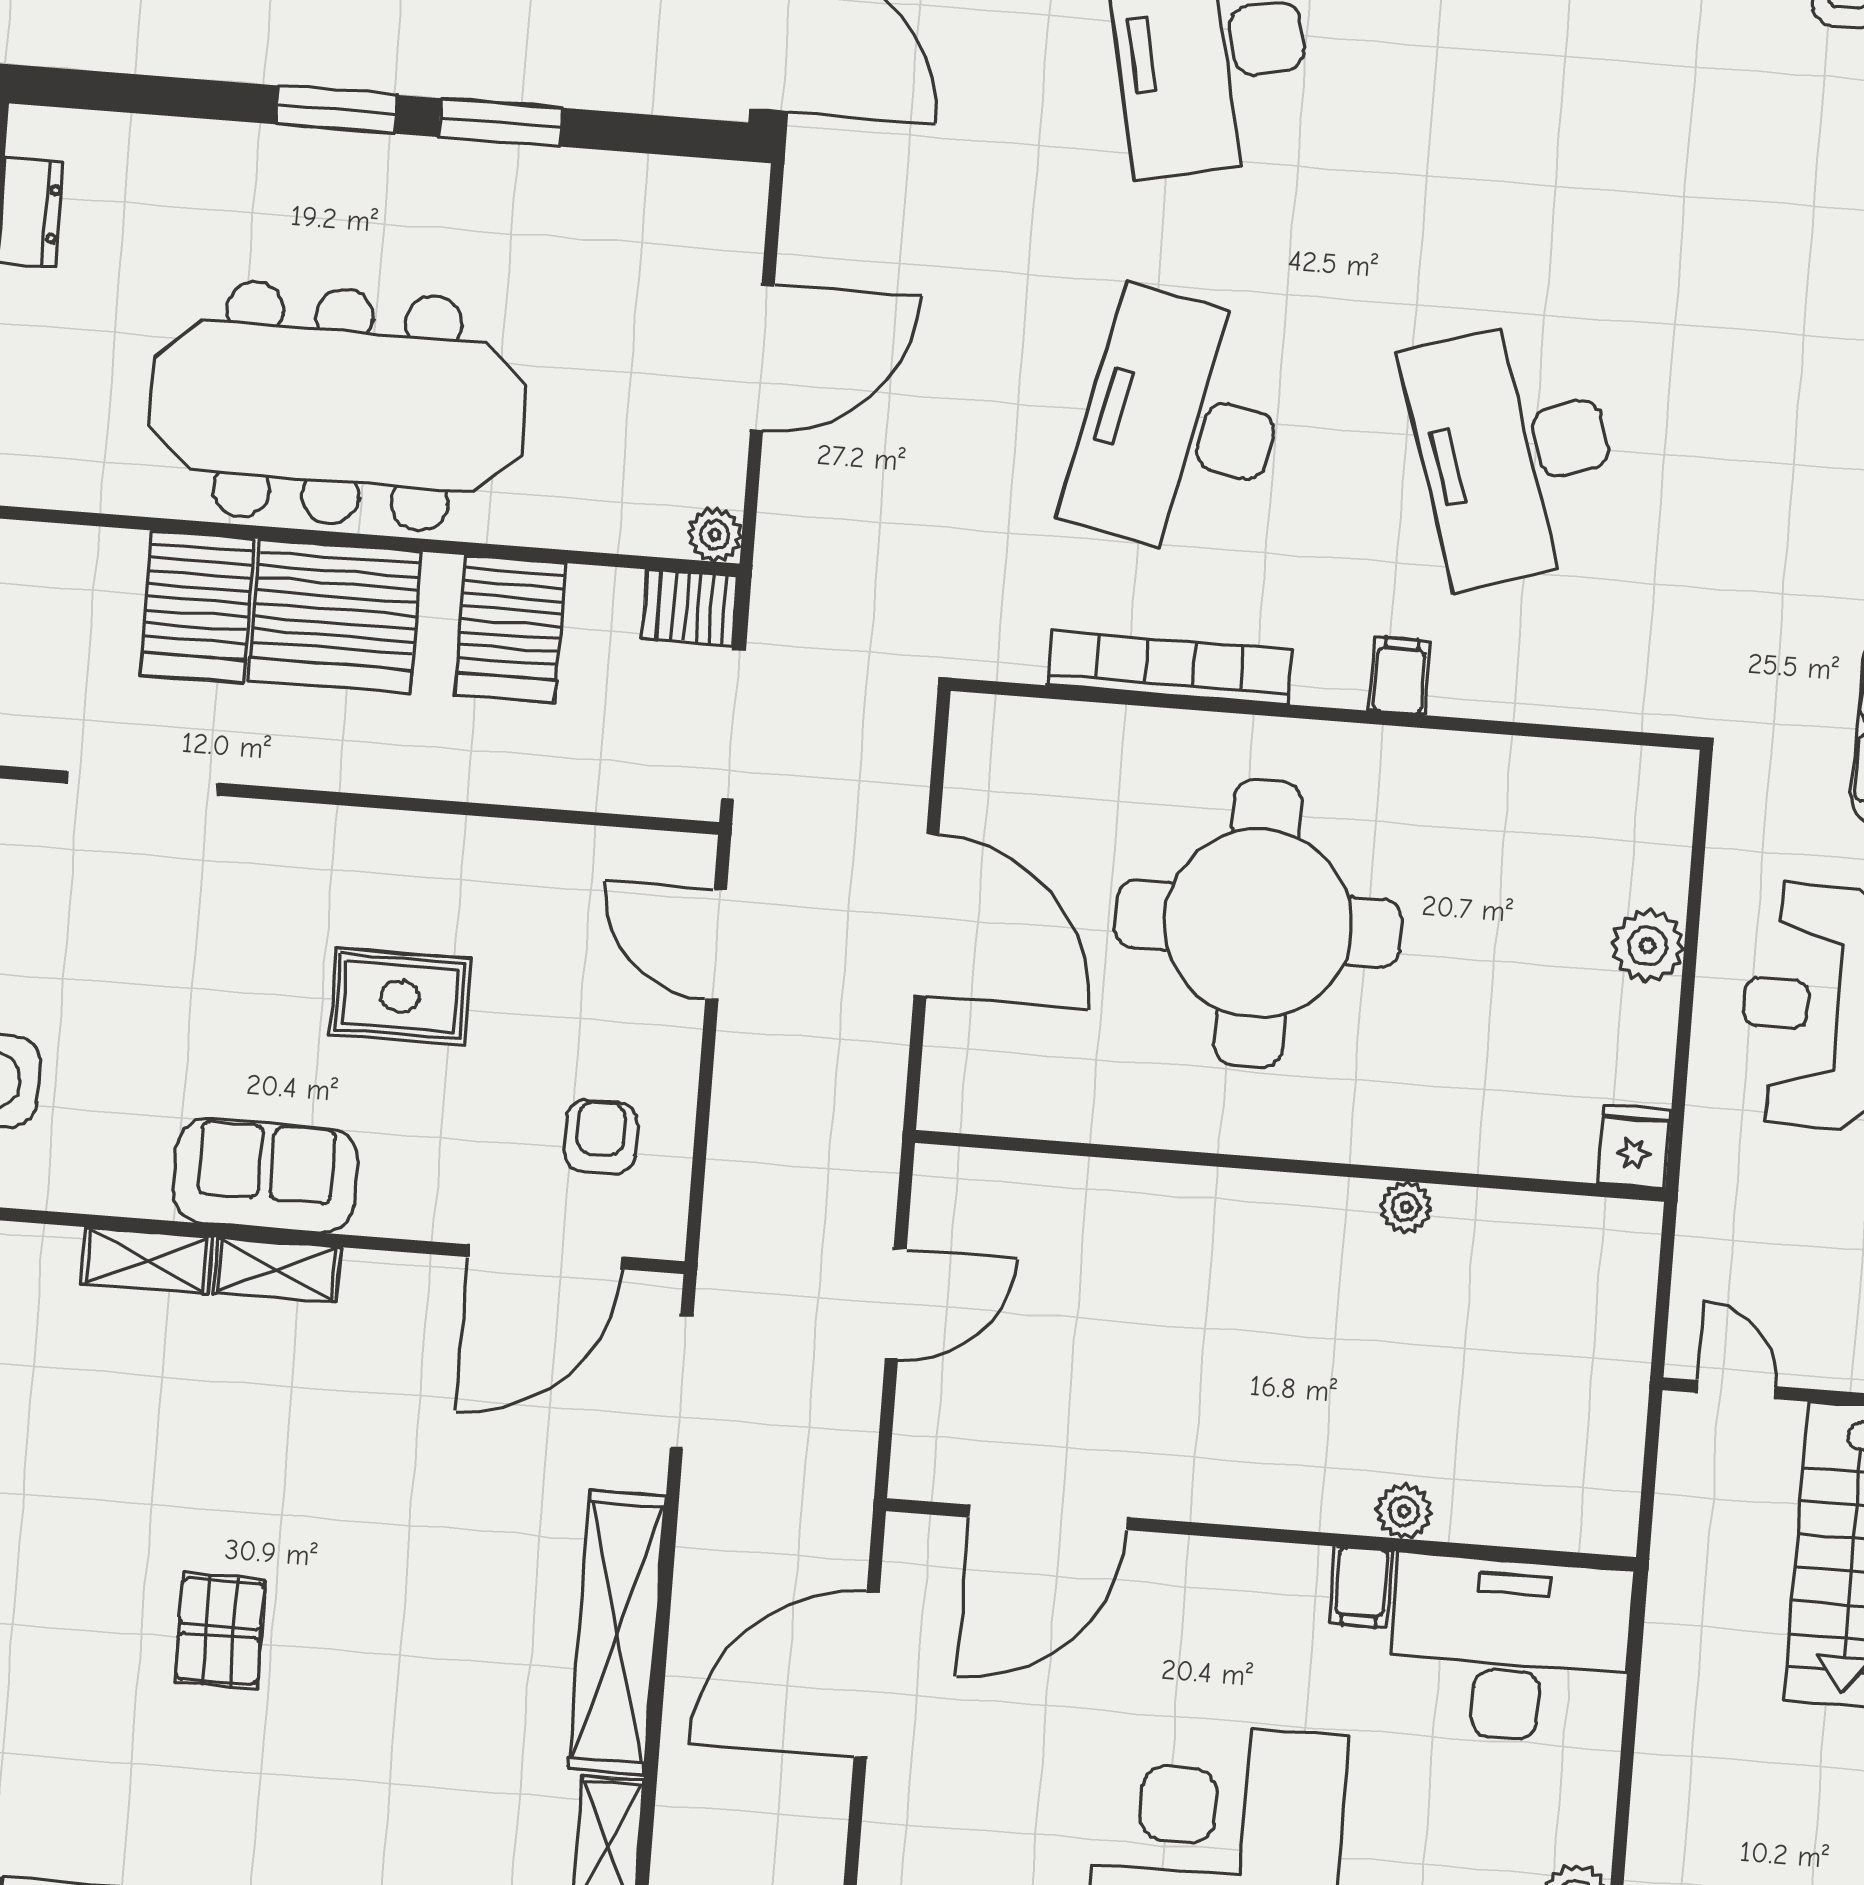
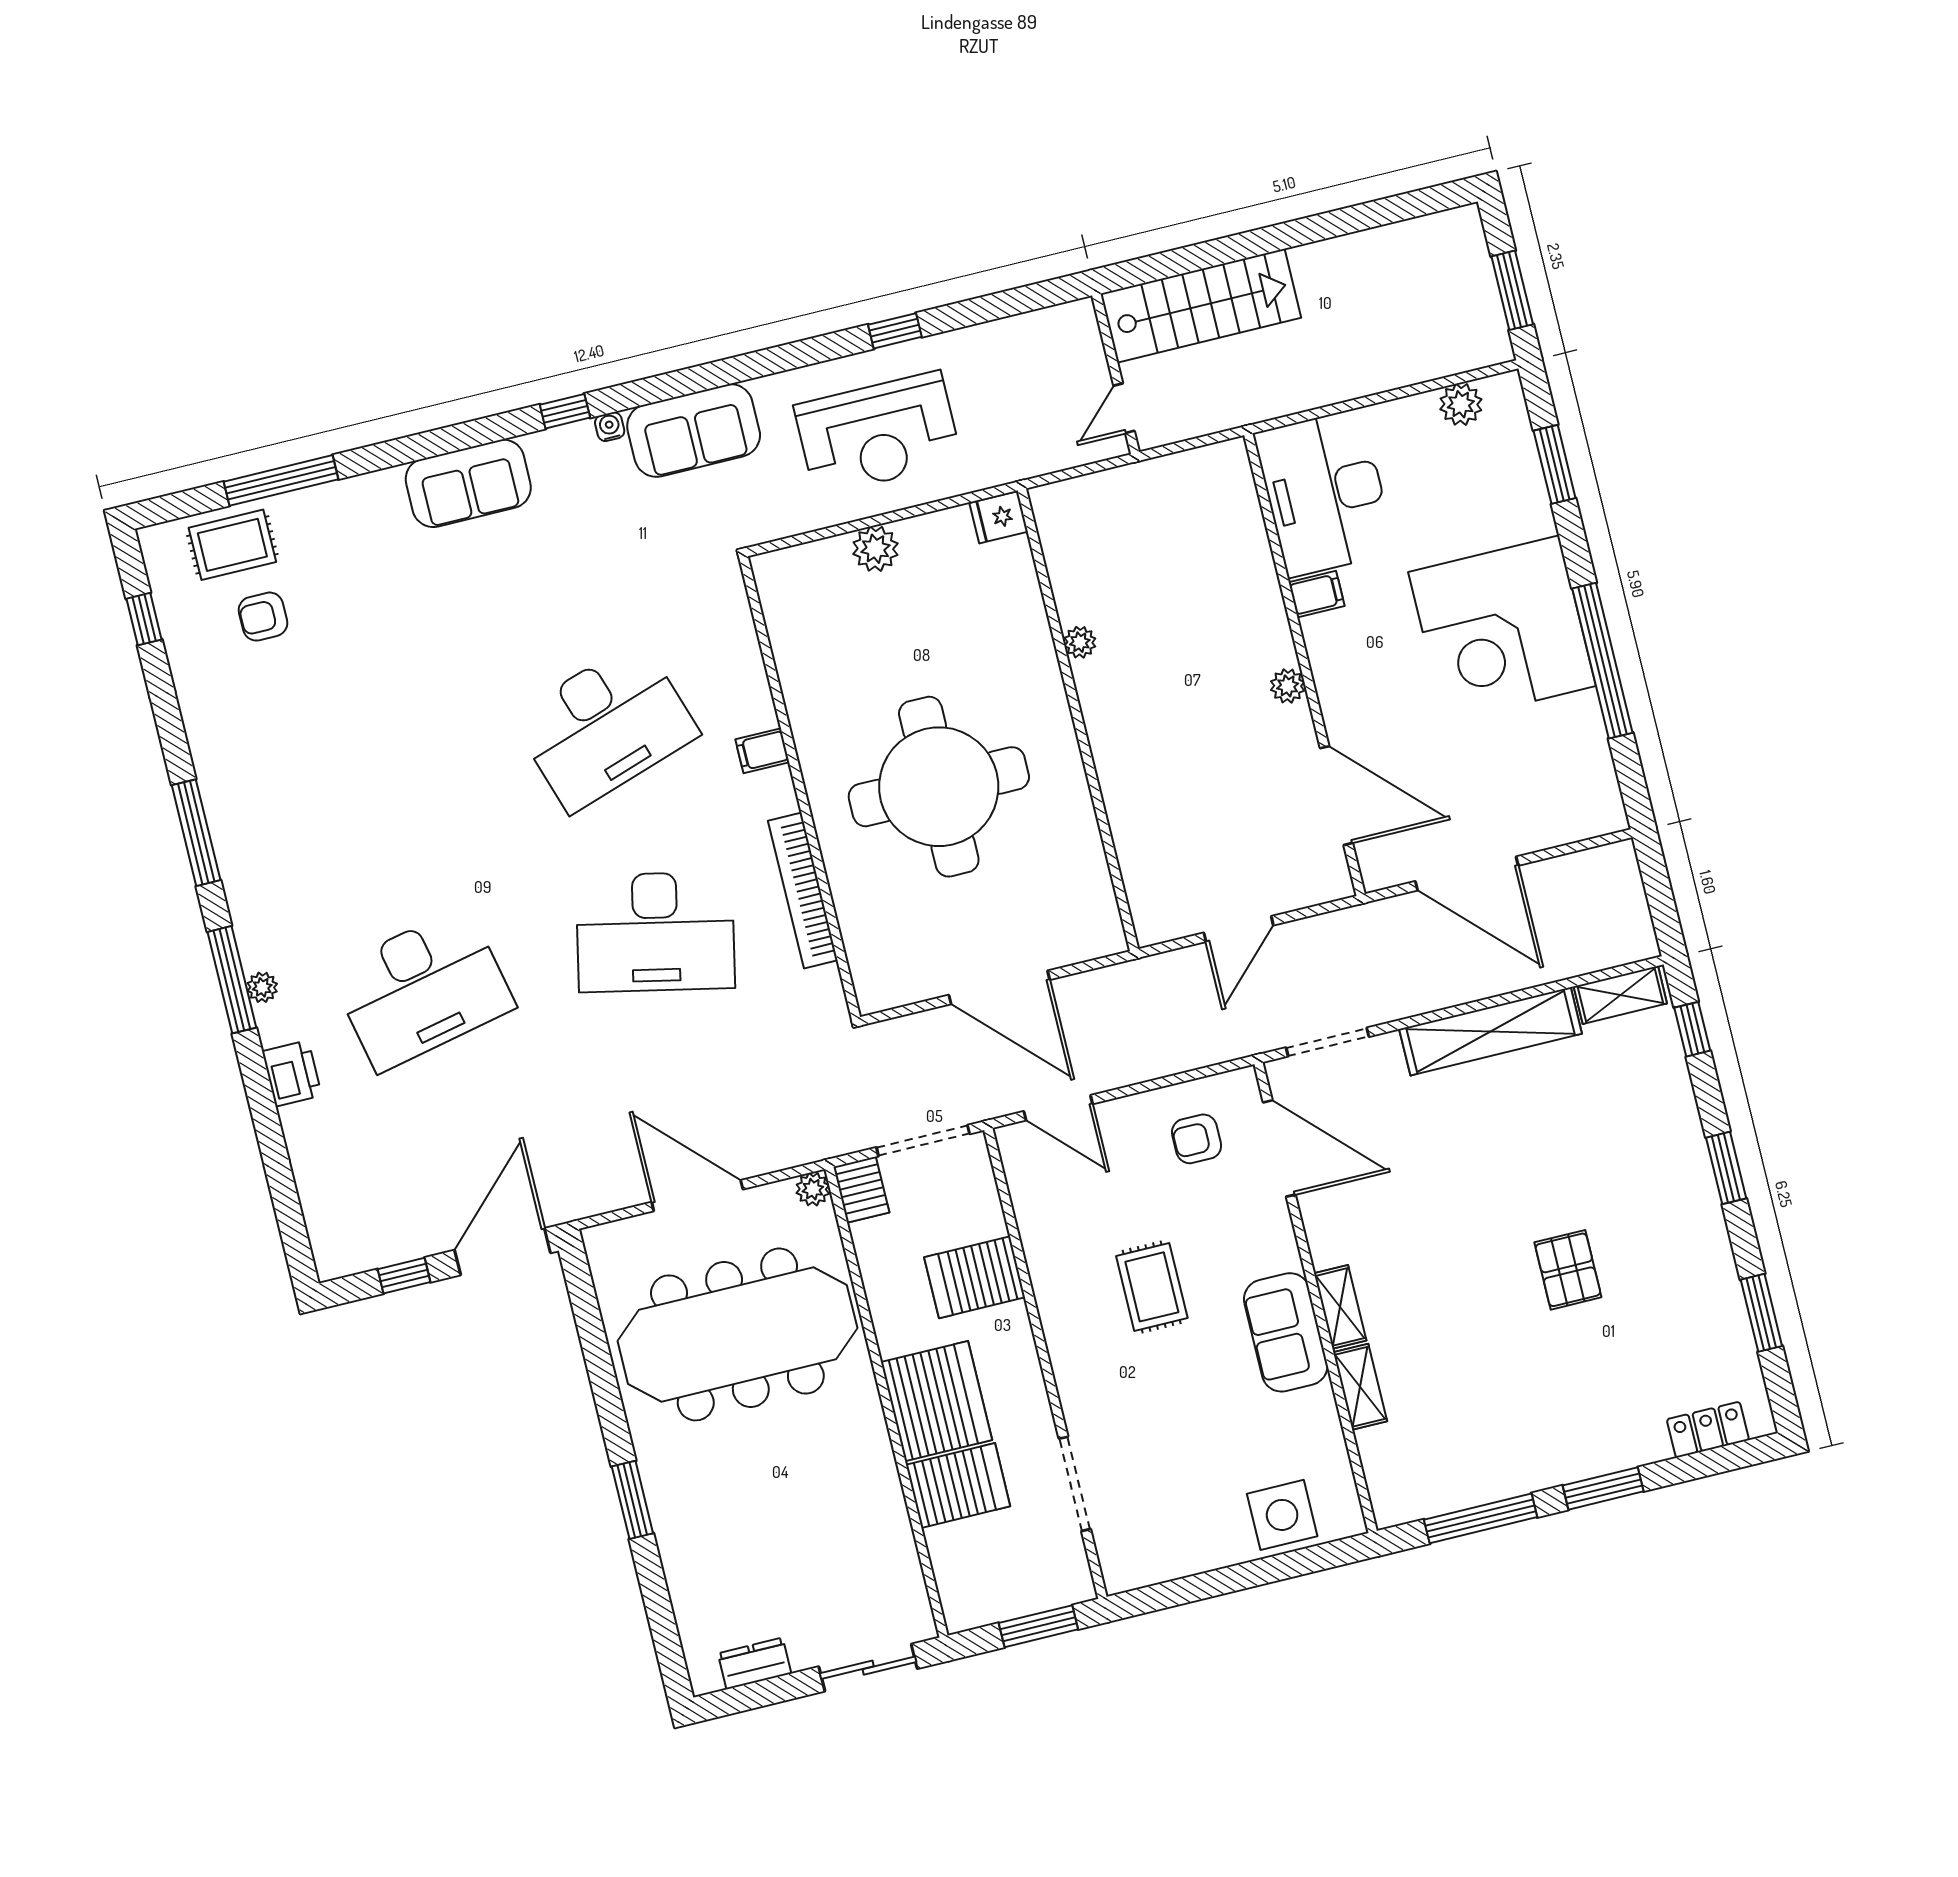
window: (501, 122) -> (608, 1399), removed
meeting table: (337, 406) -> (737, 1334), moved, turned 90
server rack: (510, 629) -> (975, 1277), moved, turned 180
door: (926, 915) -> (999, 987), swing flipped
door: (716, 944) -> (1058, 1108), hinge flipped
door: (896, 1304) -> (1239, 929), swing flipped
plant: (1404, 1511) -> (1288, 686), moved
pallet: (220, 1631) -> (1568, 1270), turned 90

